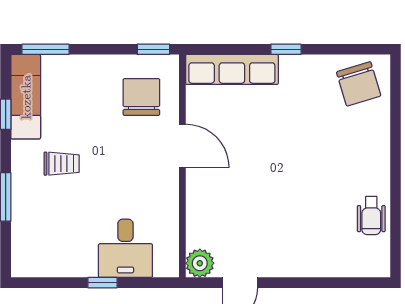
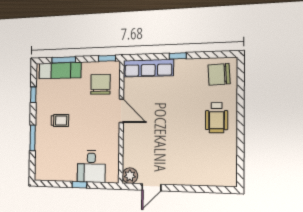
window: (46, 49) -> (64, 60), moved
chair: (359, 84) -> (219, 74), turned 104
exam couch: (26, 97) -> (60, 71), moved, turned 90
wheelchair: (371, 216) -> (217, 118), moved, width x1.36, depth x1.37

